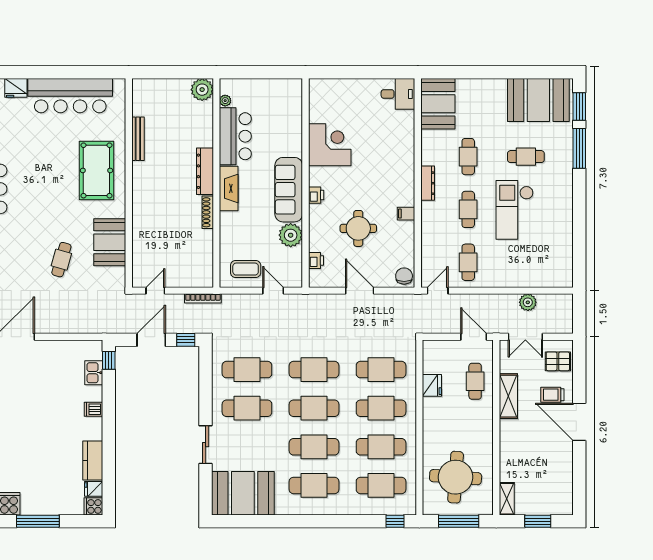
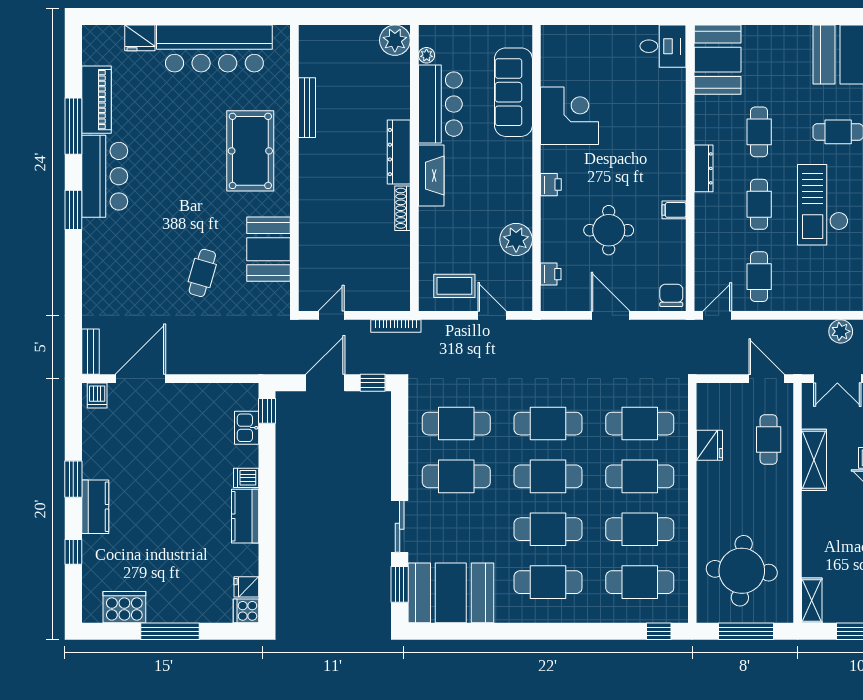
sofa: (289, 190) -> (513, 92), moved
kitchen counter: (93, 461) -> (245, 516), moved
window: (206, 487) -> (400, 584), added

